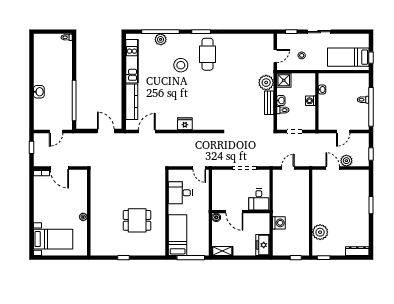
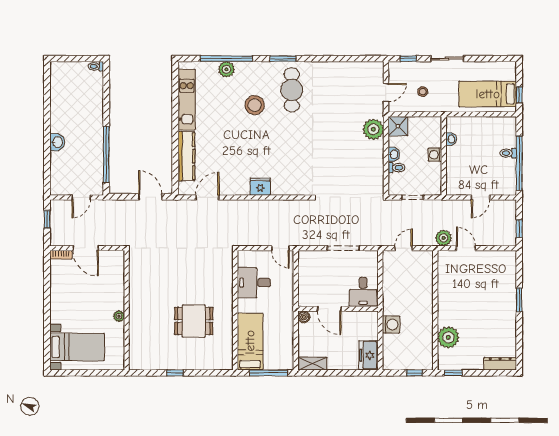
bench: (269, 103) -> (378, 158), removed
plant: (346, 161) -> (444, 238), moved

